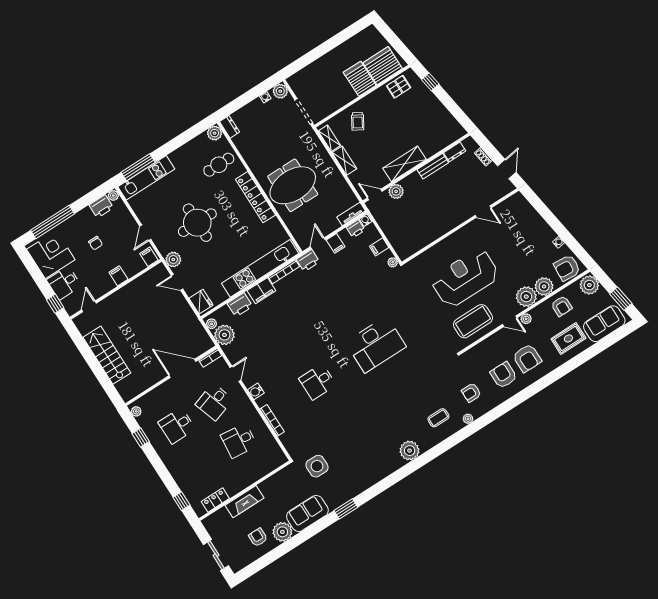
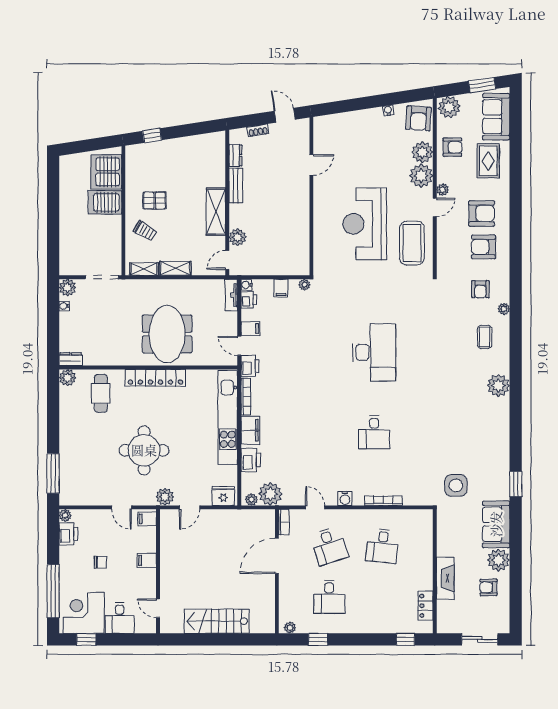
pallet: (399, 87) -> (155, 201), moved, turned 90
kitchen unit: (146, 178) -> (68, 472), removed
window: (55, 304) -> (86, 639), moved

